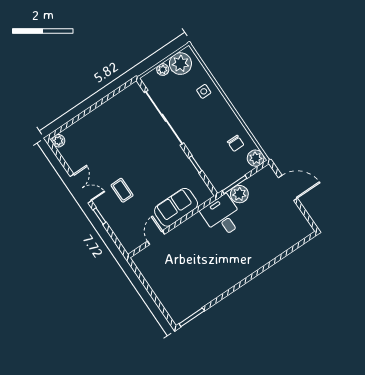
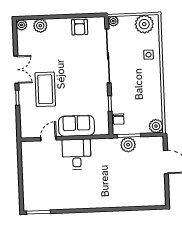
plant: (163, 70) -> (113, 21), moved
armchair: (118, 107) -> (80, 27), added
plant: (78, 130) -> (40, 26), added
chair: (236, 143) -> (119, 119), moved
coffee table: (122, 190) -> (45, 89), width x1.86, depth x1.72
desk: (222, 216) -> (77, 154), moved

